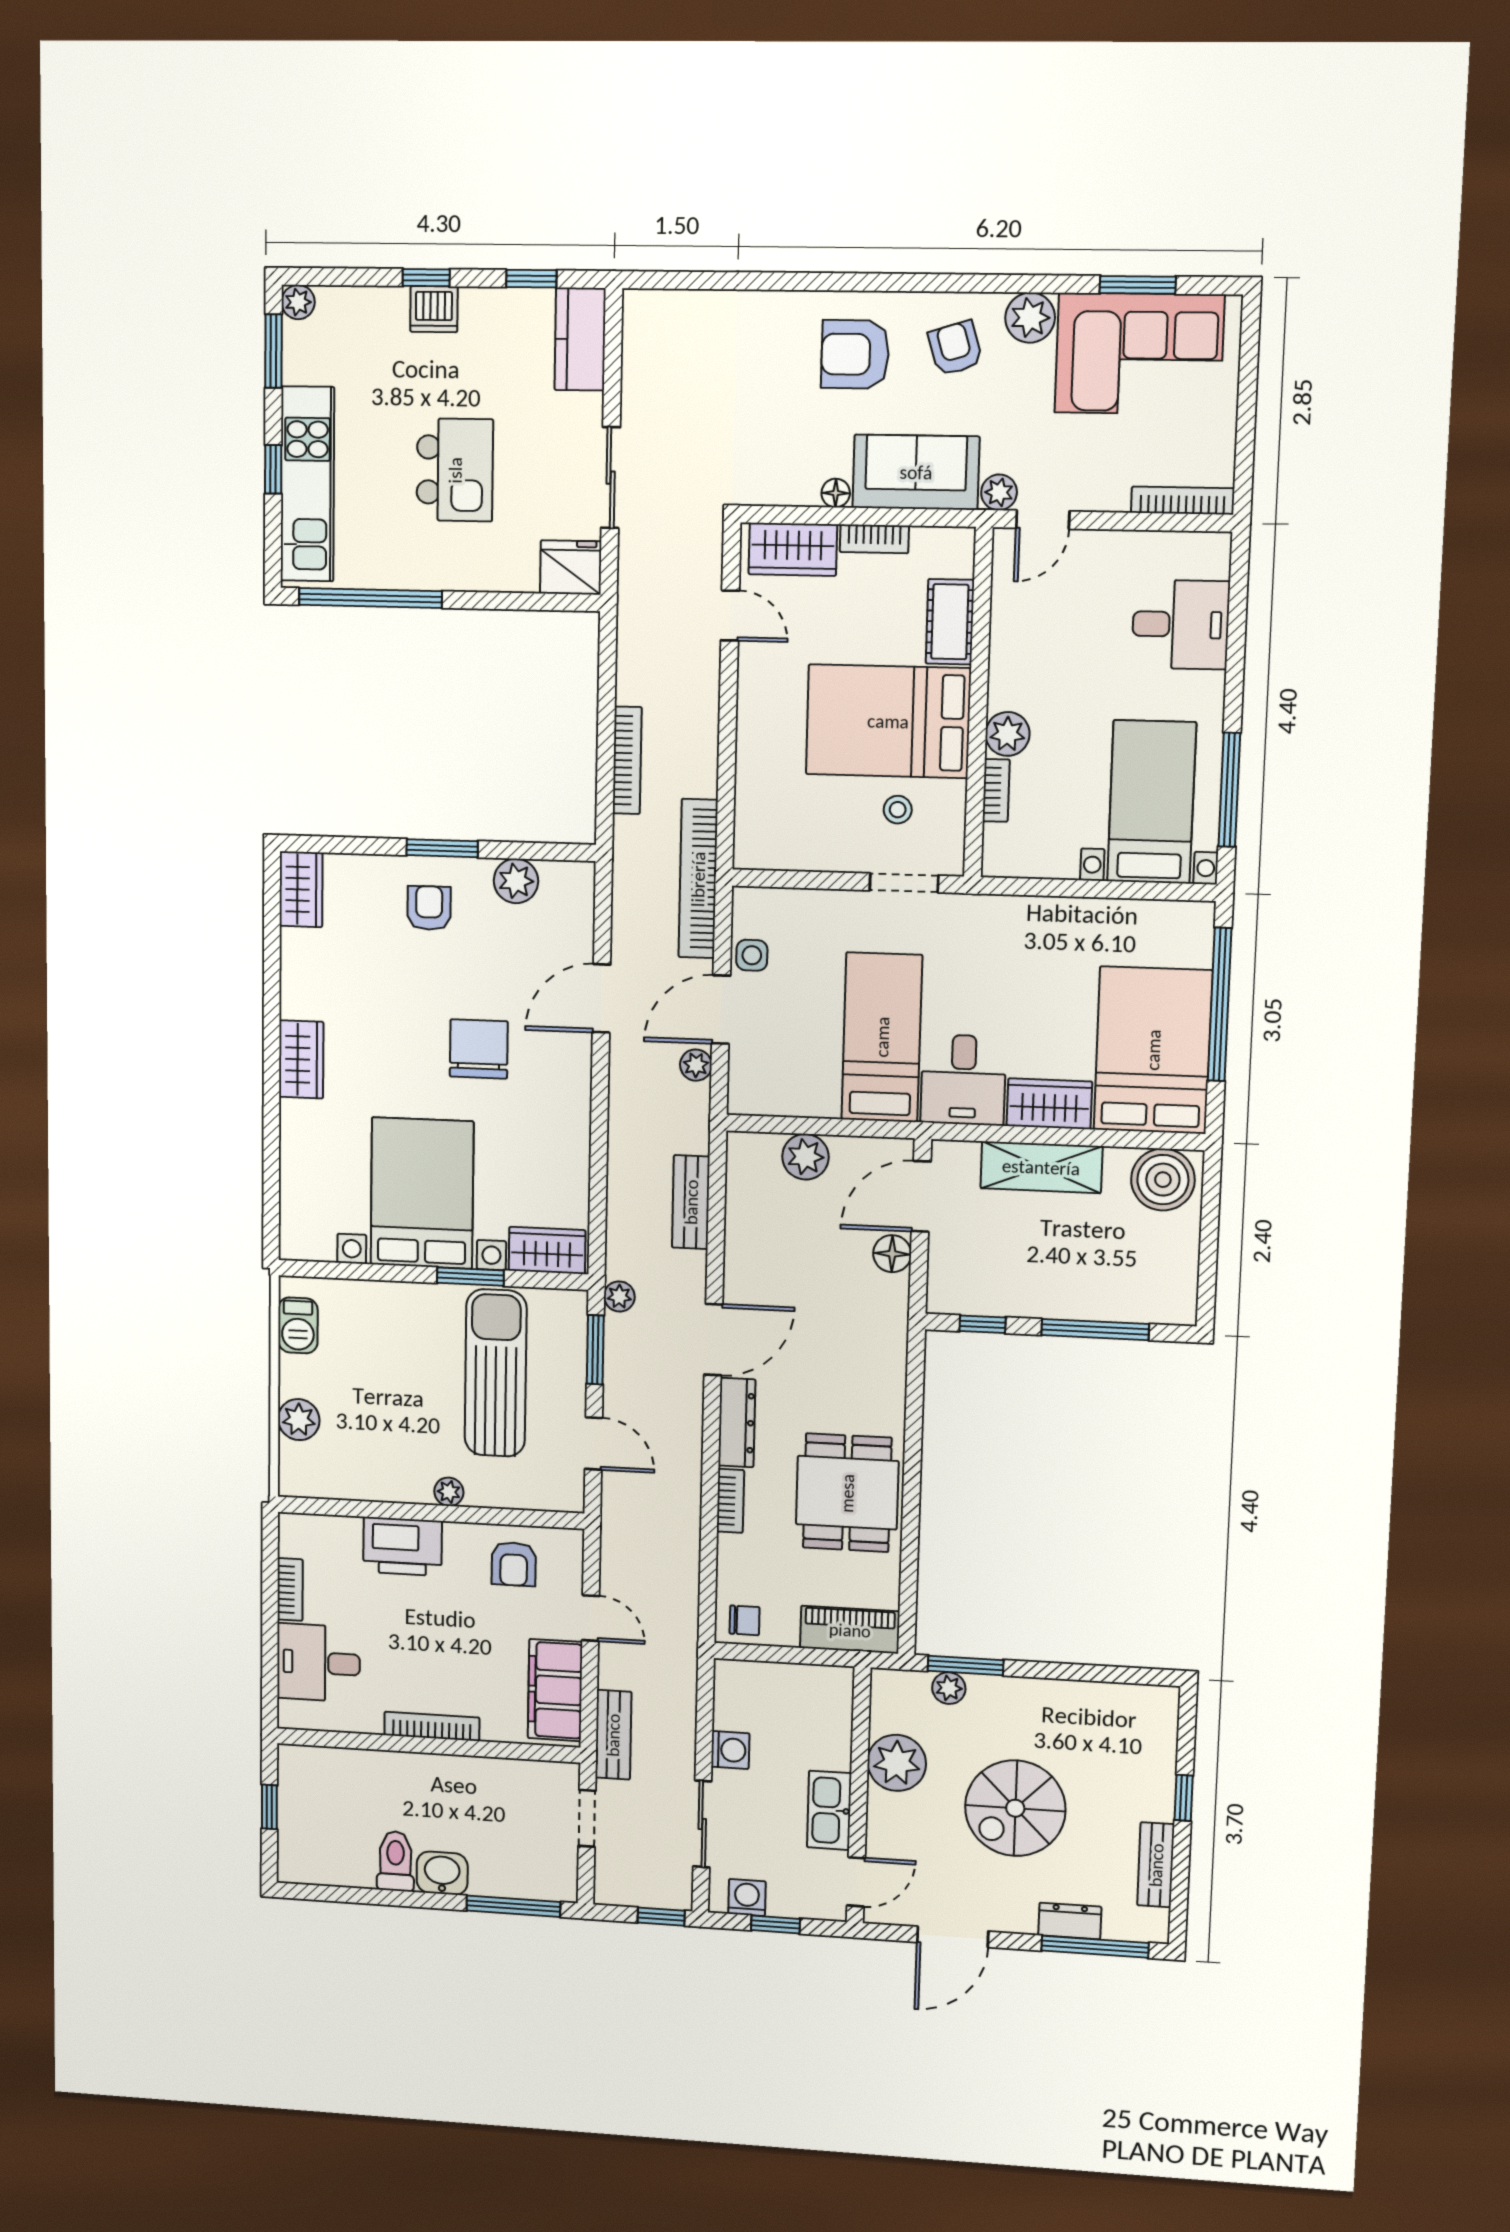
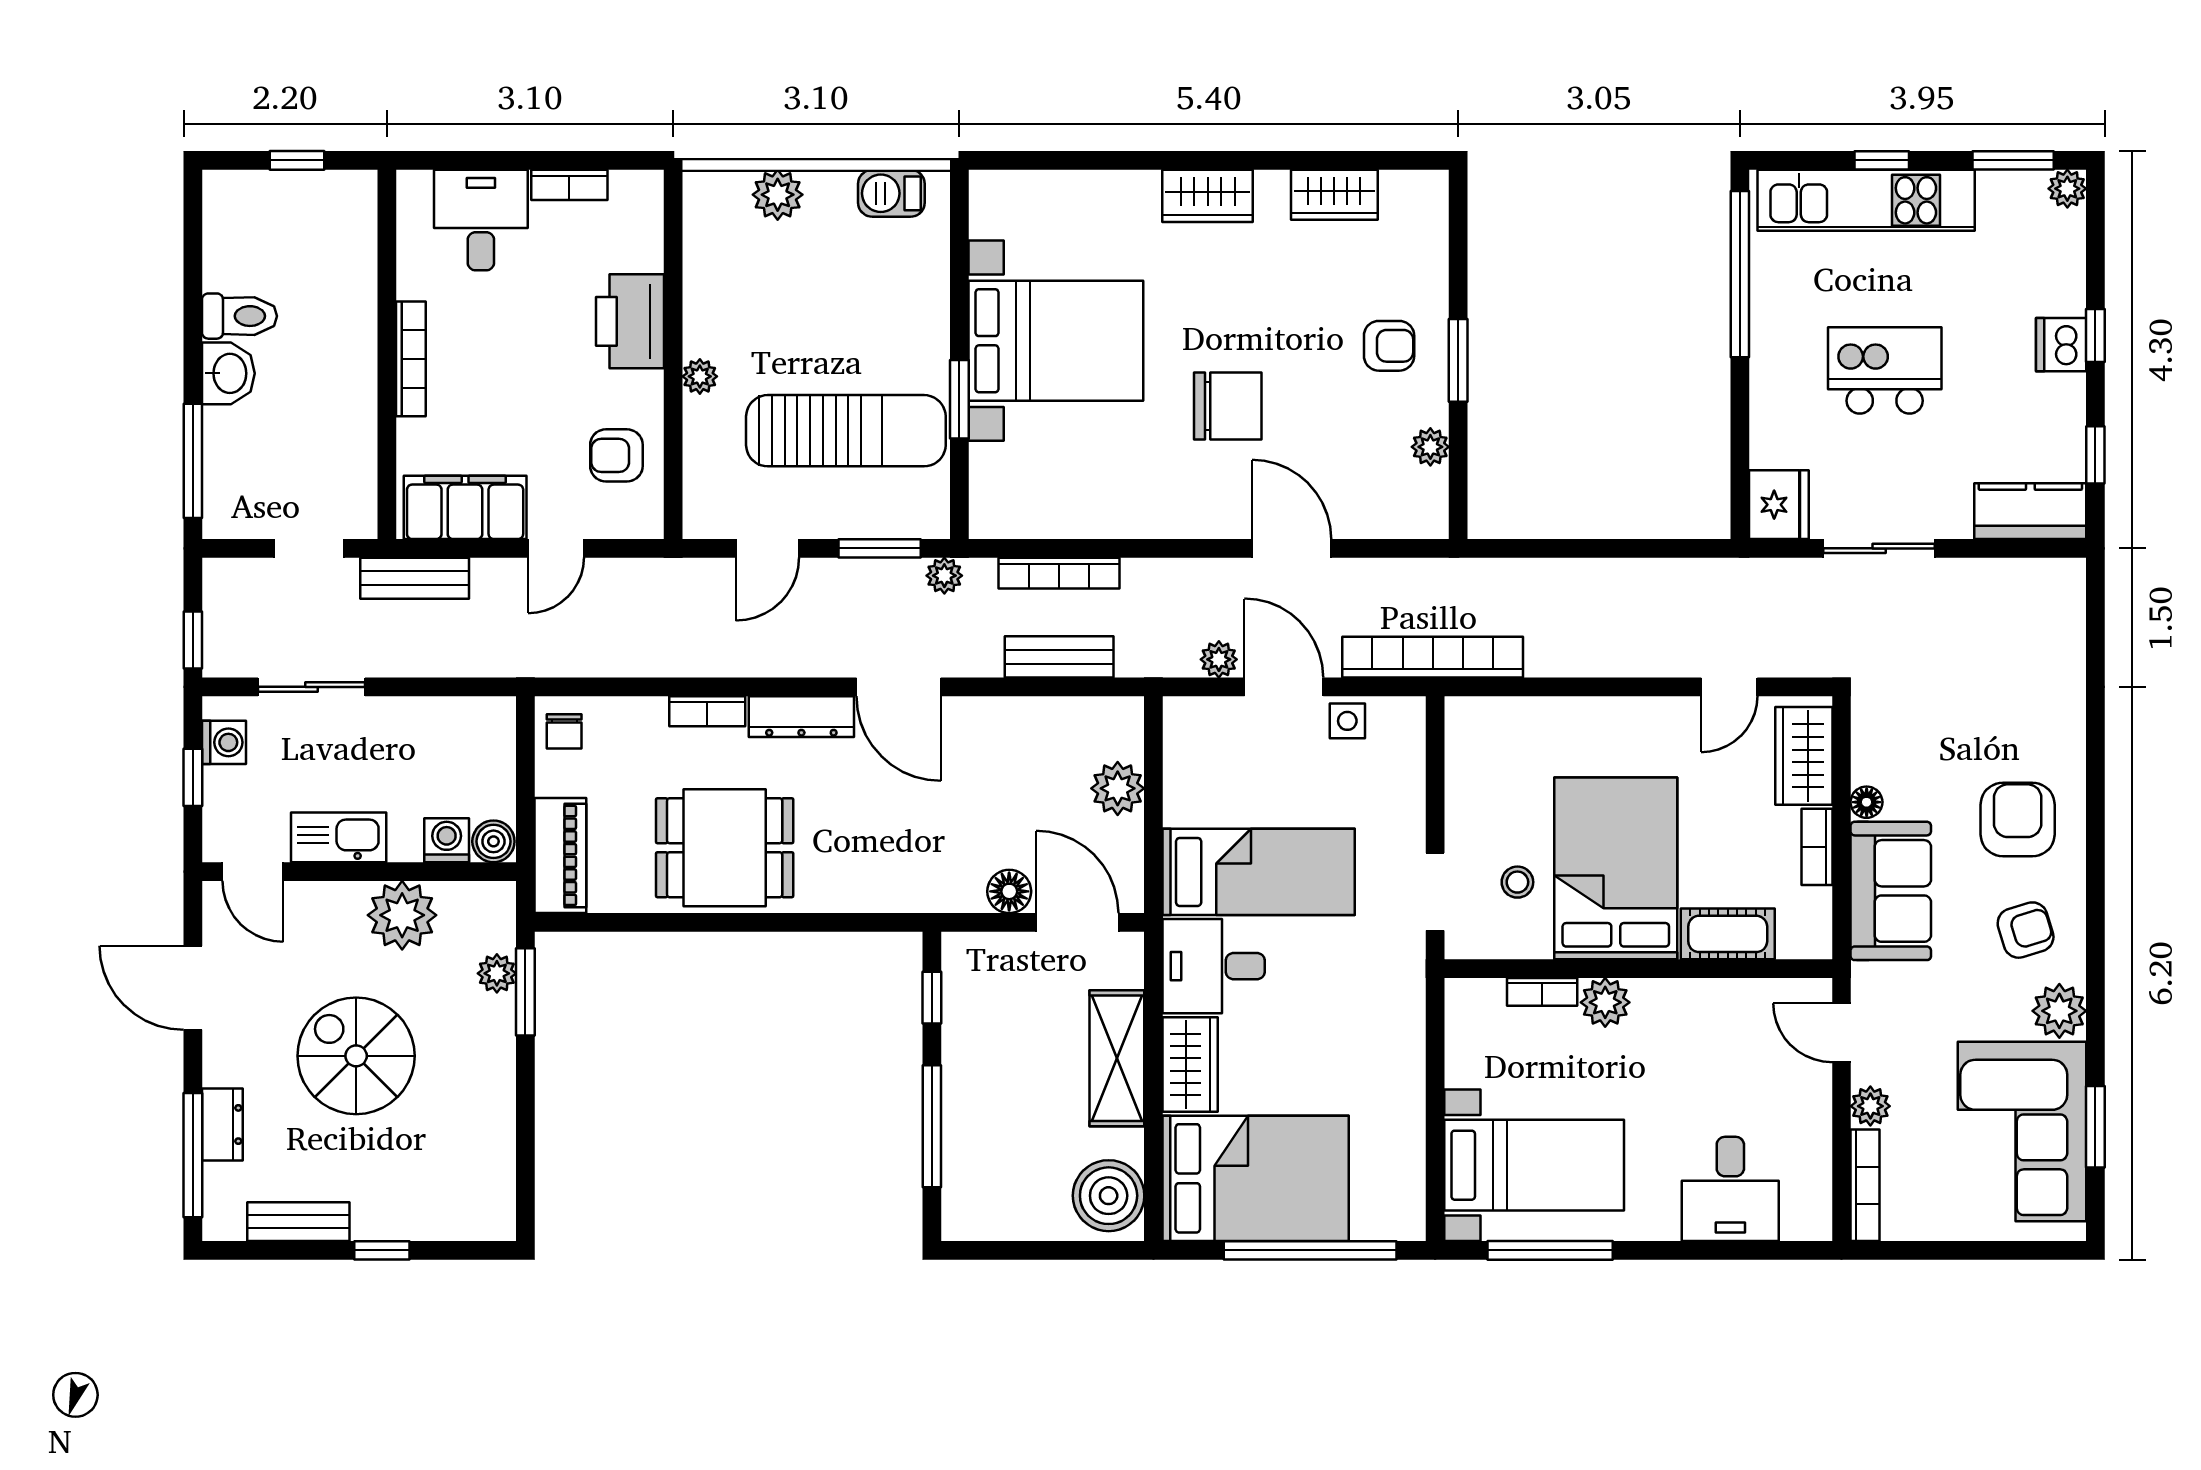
kitchen island: (455, 470) -> (1885, 370), turned 180
plant: (999, 492) -> (1870, 1106), moved
bookcase: (627, 760) -> (1059, 573), moved
plant: (516, 881) -> (1430, 447), width x0.73, depth x0.73
wardrobe: (301, 889) -> (1334, 195), moved
wardrobe: (547, 1250) -> (995, 490), removed
boiler: (836, 1684) -> (493, 841), added
washing machine: (730, 1750) -> (447, 840), moved, turned 180

